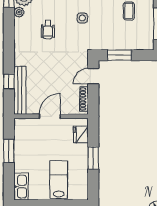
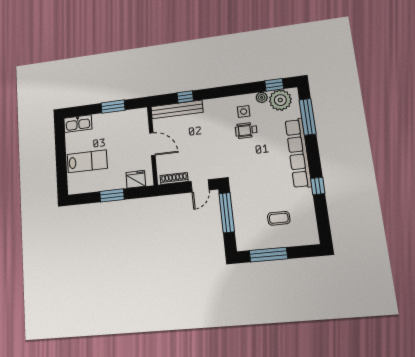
side table: (82, 18) -> (244, 112), moved
window: (119, 55) -> (227, 213), width x1.44
door: (93, 76) -> (200, 186), swing flipped

